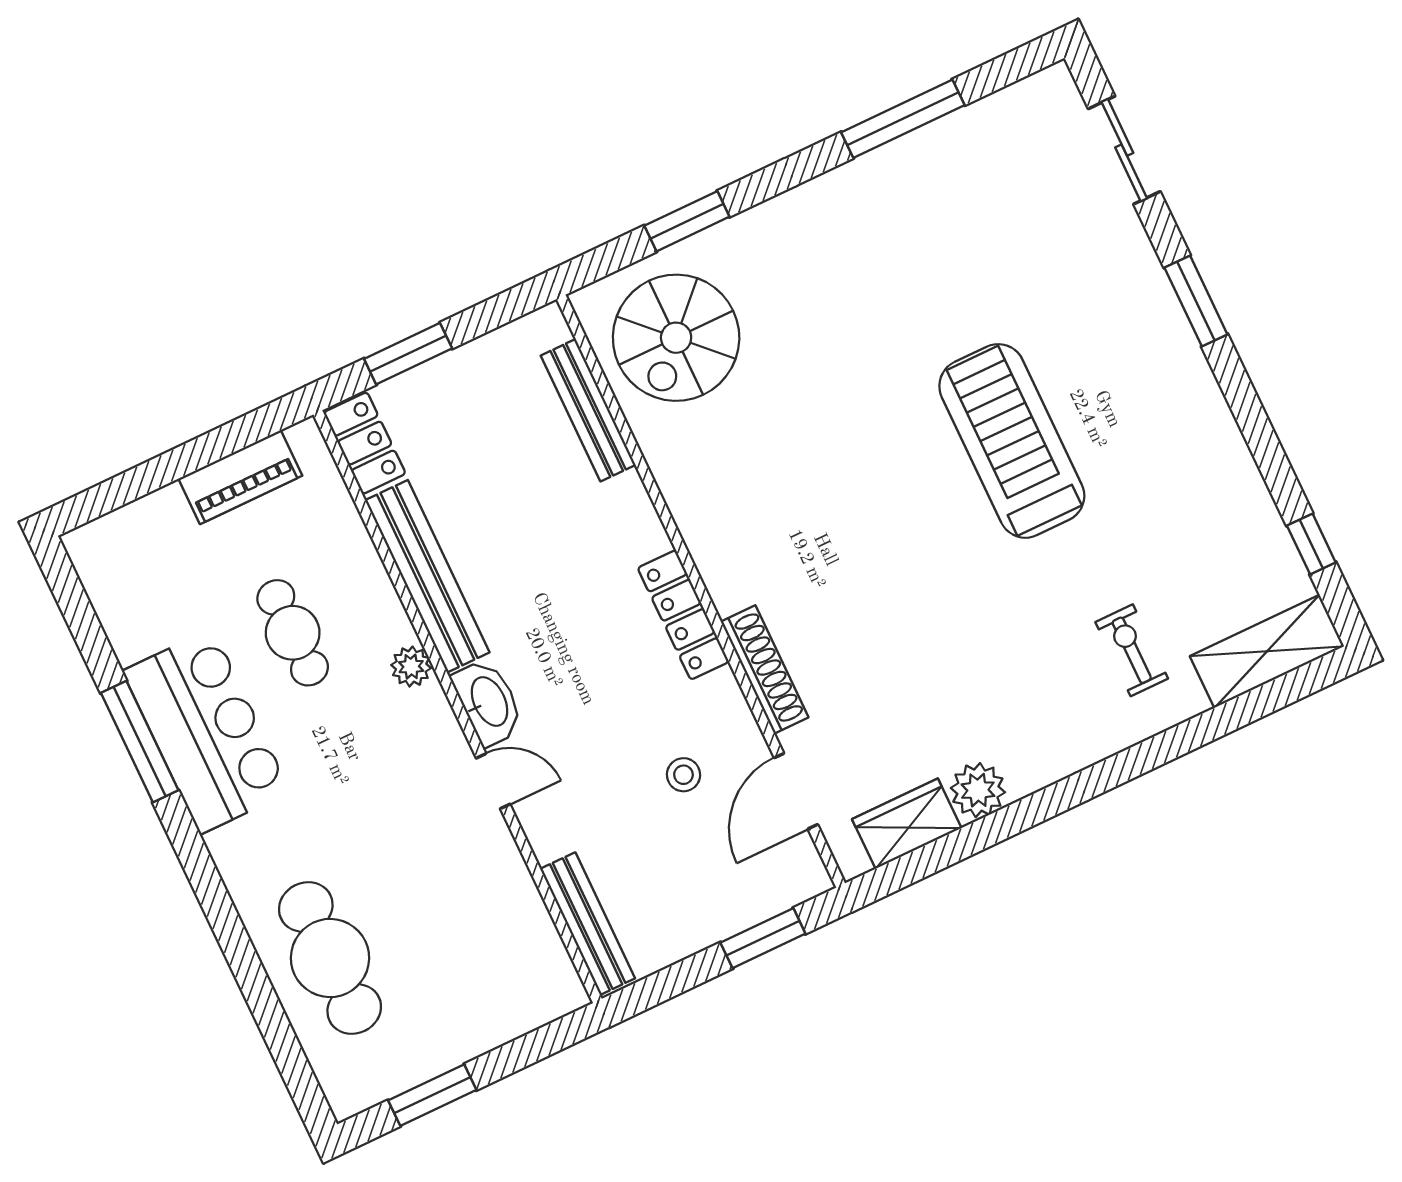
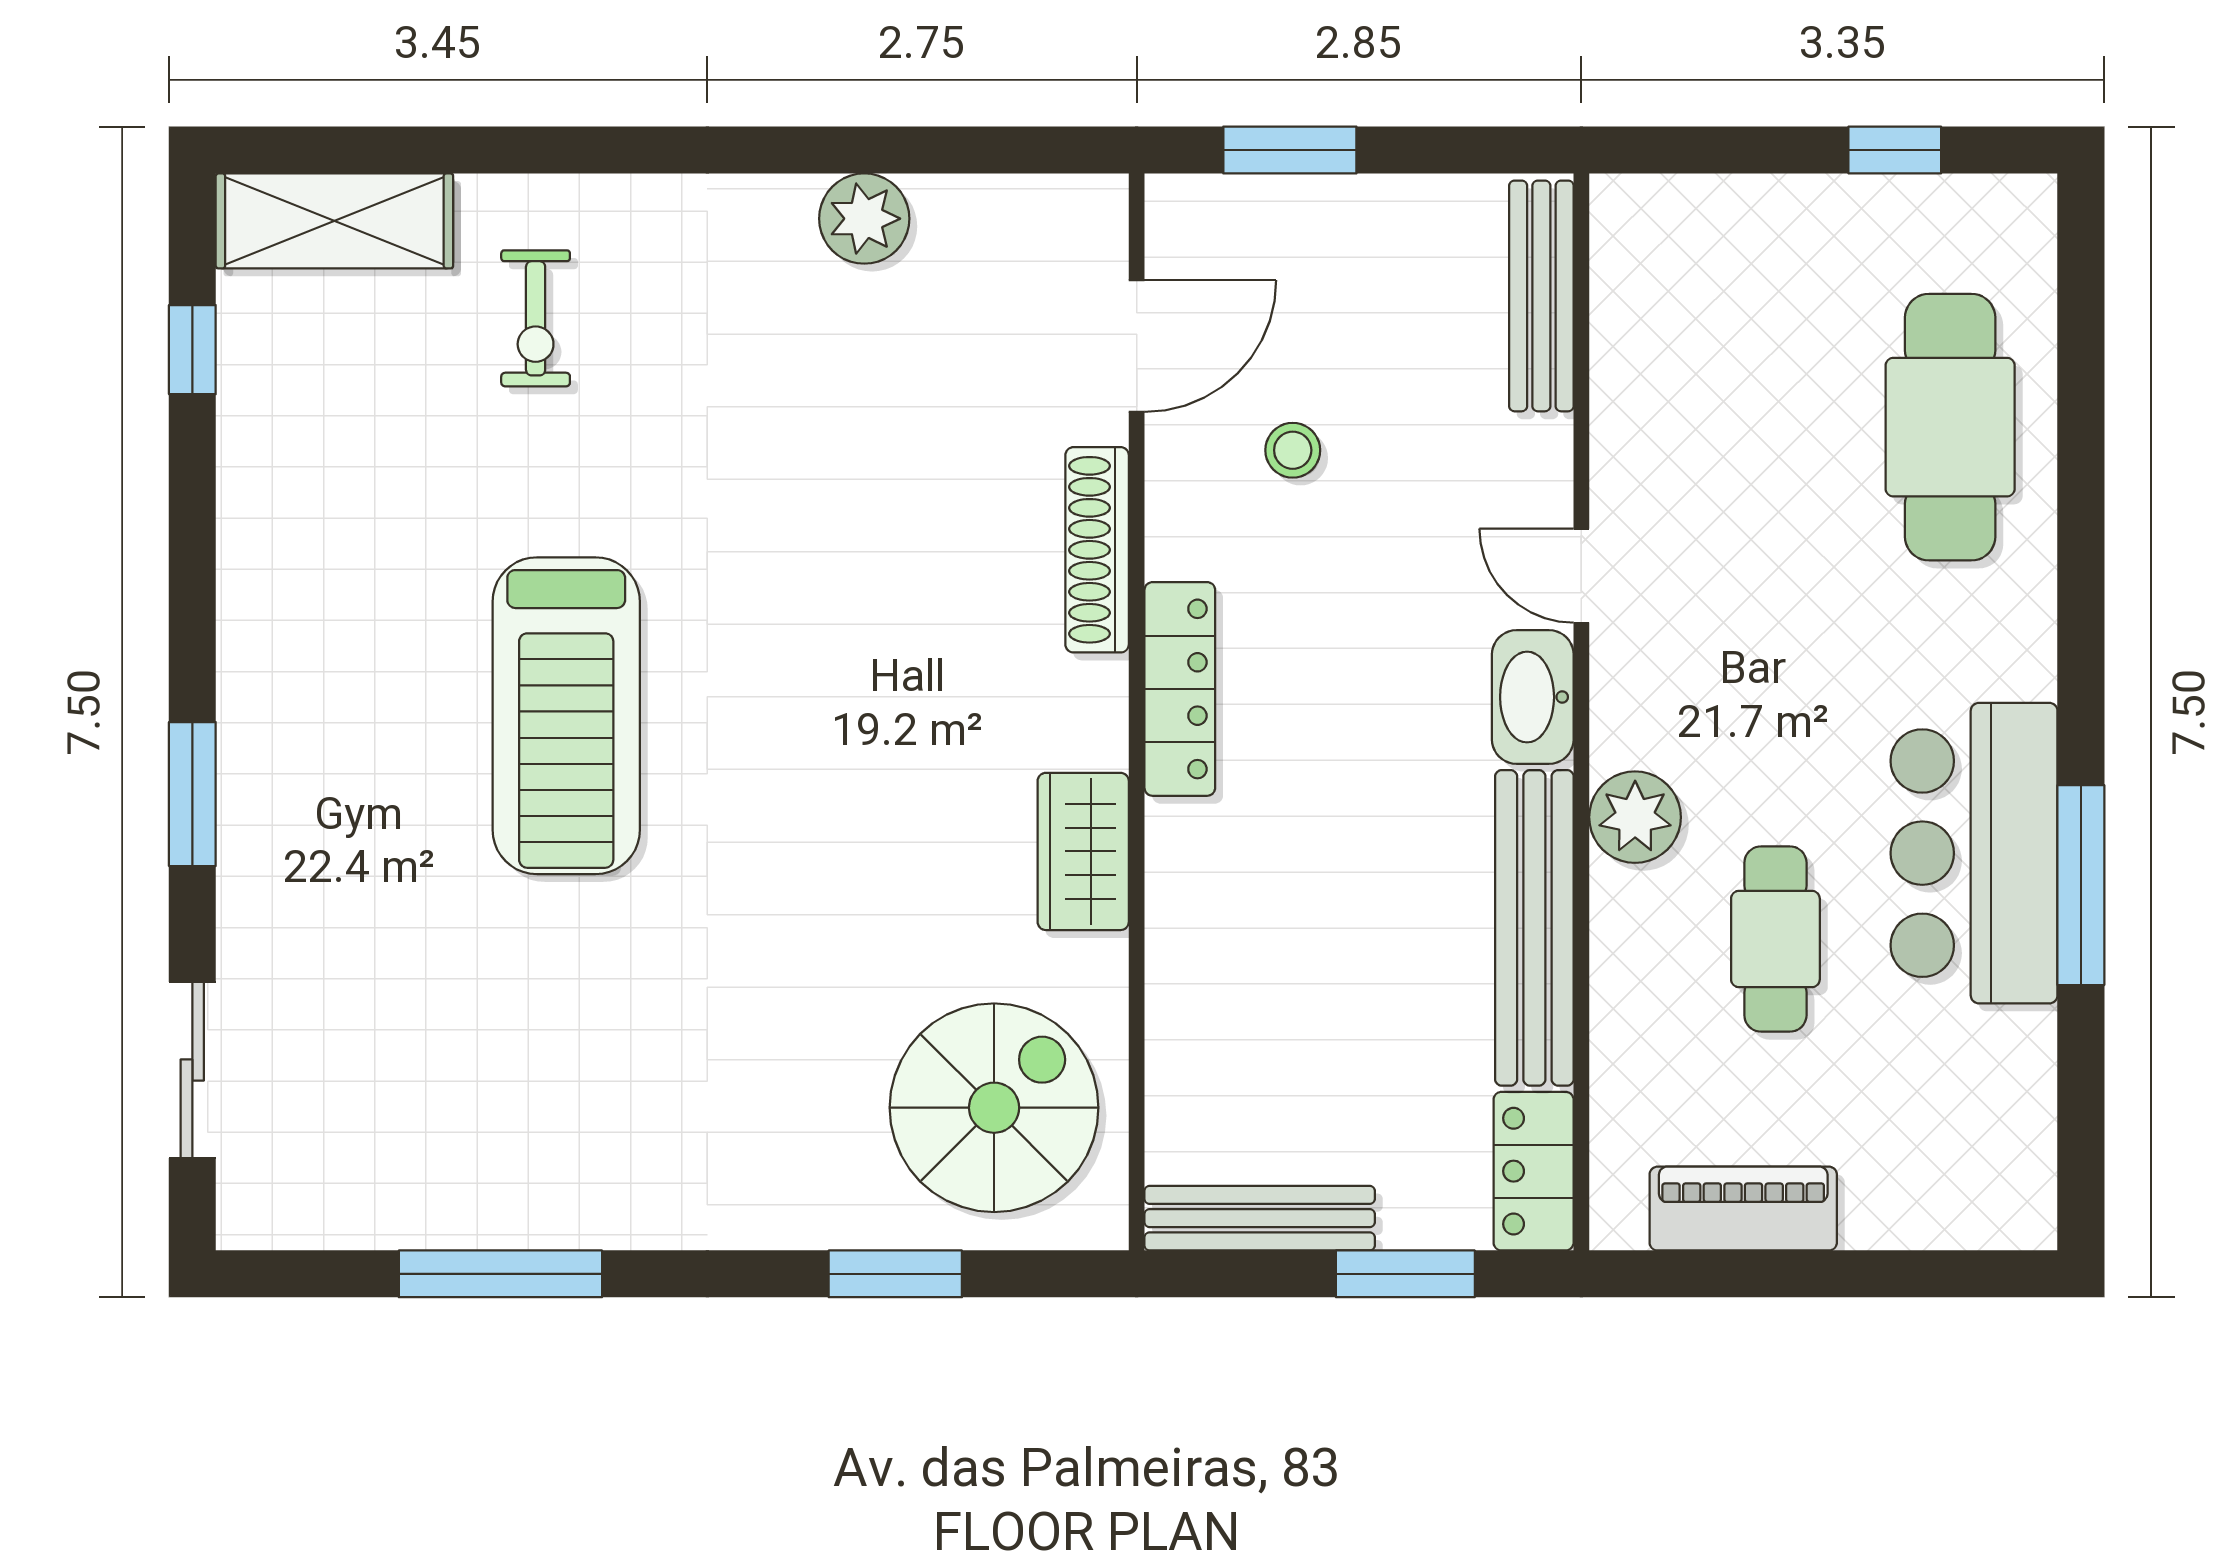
bench: (588, 410) -> (1260, 1218), moved, turned 90
plant: (411, 667) -> (1635, 817), width x1.38, depth x1.38
wardrobe: (907, 824) -> (1083, 851), moved, turned 90
window: (432, 1095) -> (1895, 150), width x0.67

